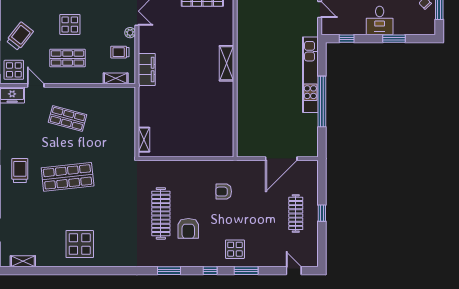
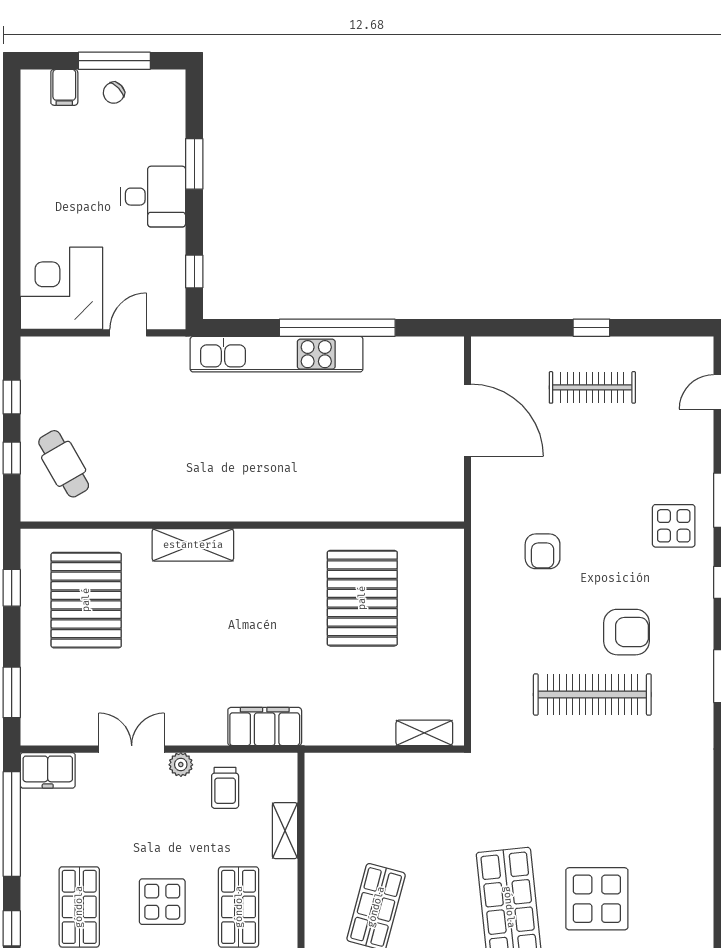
shelving: (227, 63) -> (193, 545), moved
shelving: (116, 78) -> (285, 831), moved
pallet: (203, 112) -> (362, 598), added
display table: (80, 244) -> (597, 899), moved

